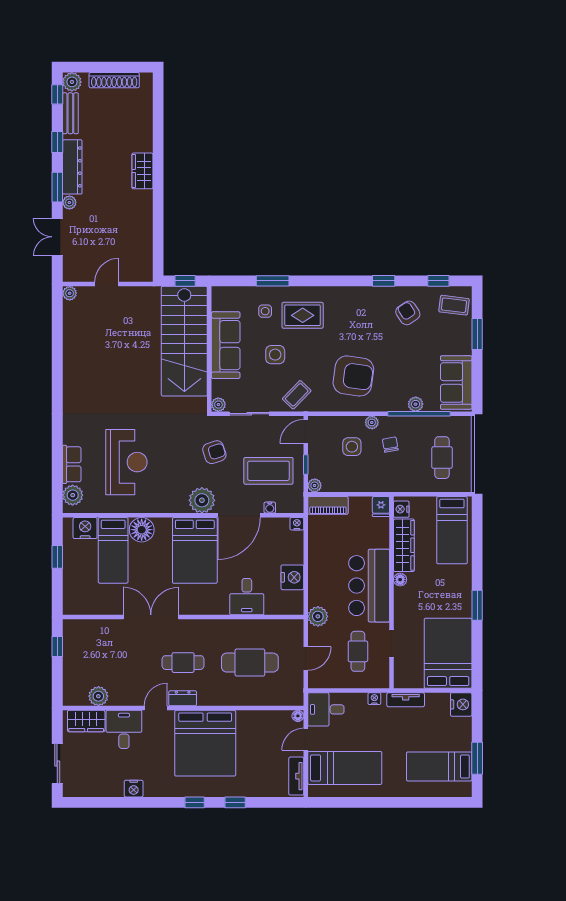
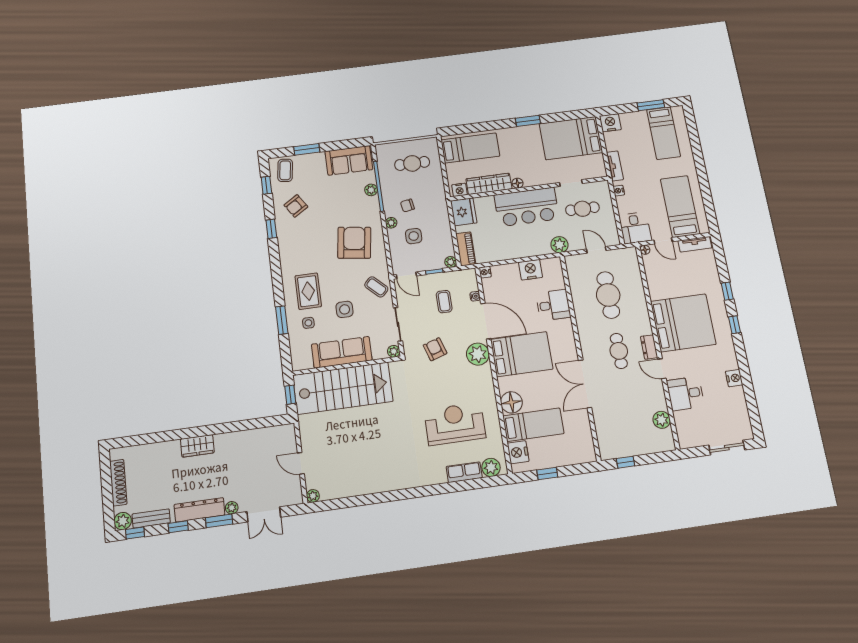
coffee table: (268, 471) -> (444, 302), width x0.54, depth x0.58
fridge: (381, 507) -> (464, 212), width x1.88, depth x1.34
wardrobe: (86, 721) -> (685, 427), removed

